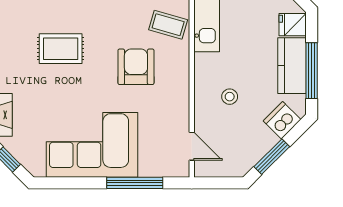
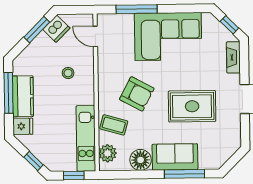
rug: (61, 49) -> (192, 106), width x1.36, depth x1.43
armchair: (136, 67) -> (137, 94), turned -62
dishwasher: (282, 120) -> (56, 29), moved

